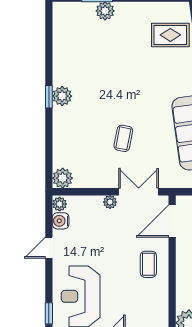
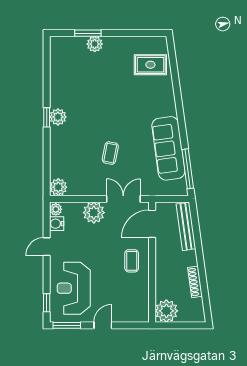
plant: (110, 202) -> (94, 213), width x1.88, depth x1.88

